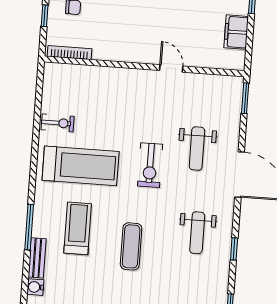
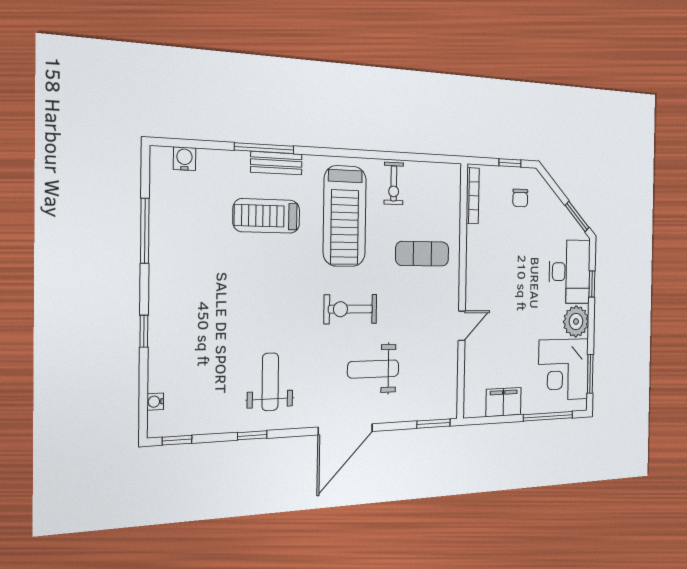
treadmill: (78, 228) -> (267, 216), turned 180
weight bench: (197, 233) -> (270, 382), turned 90
exercise mat: (131, 246) -> (422, 254), moved
bench: (37, 258) -> (276, 163), moved

